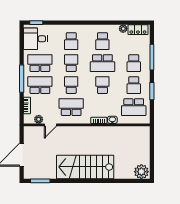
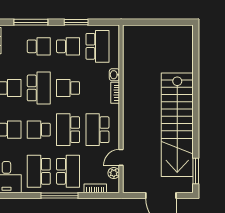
school desk: (40, 85) -> (68, 171), turned 180
school desk: (71, 85) -> (68, 130), width x1.85
door: (50, 125) -> (121, 157), swing flipped
stairs: (85, 167) -> (177, 125), width x1.36
plant: (141, 172) -> (183, 36), removed

